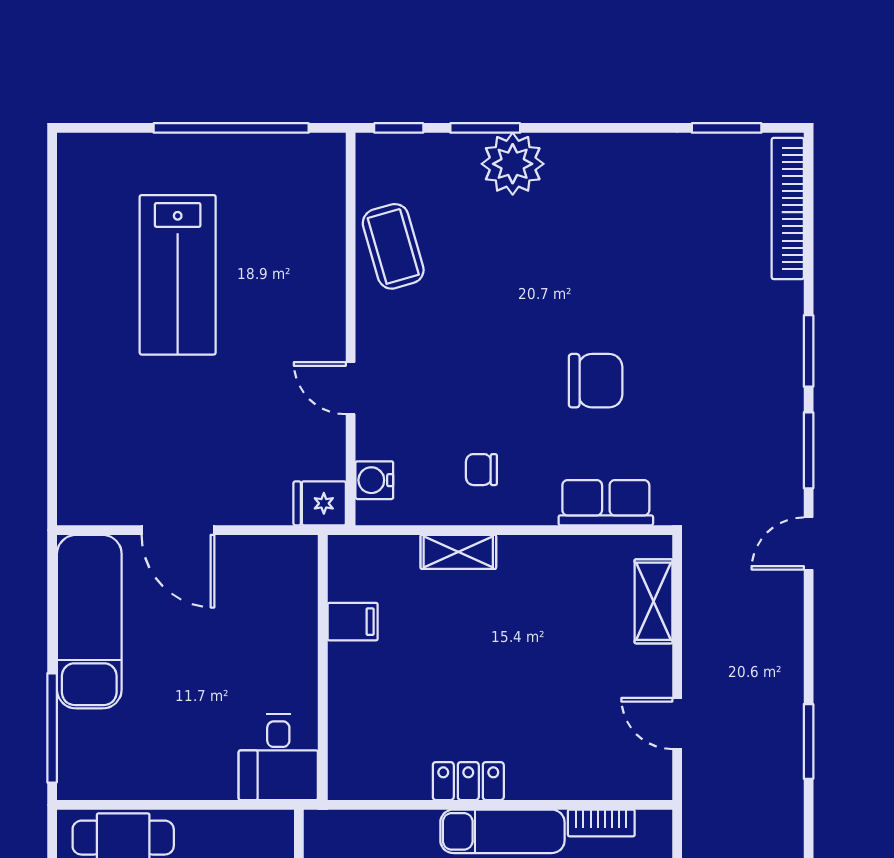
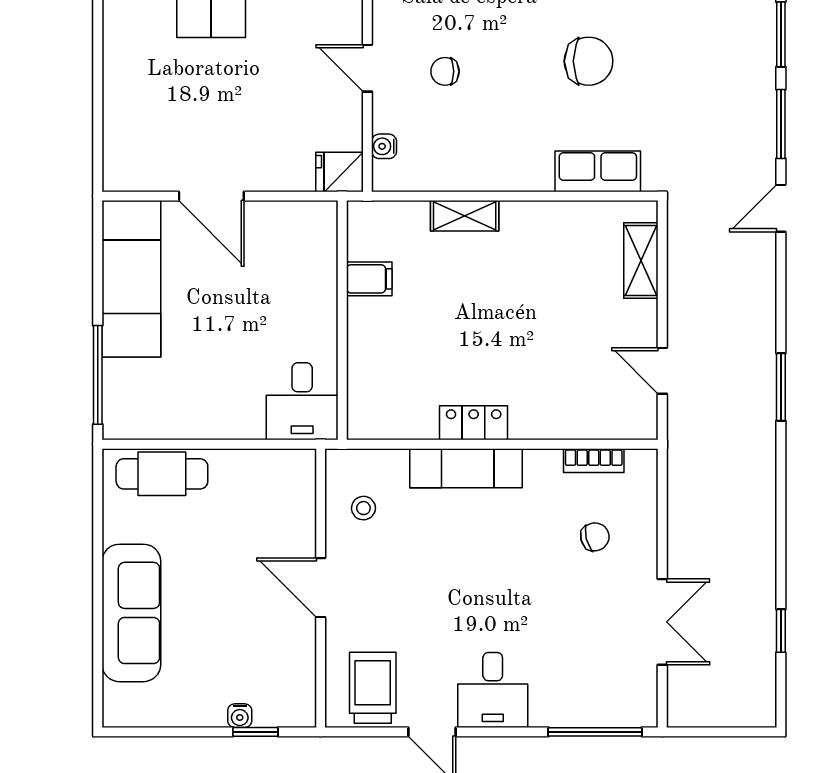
chair: (481, 470) -> (445, 71), moved
water cooler: (374, 480) -> (384, 146), width x0.72, depth x0.72
exam couch: (502, 831) -> (466, 468), moved

